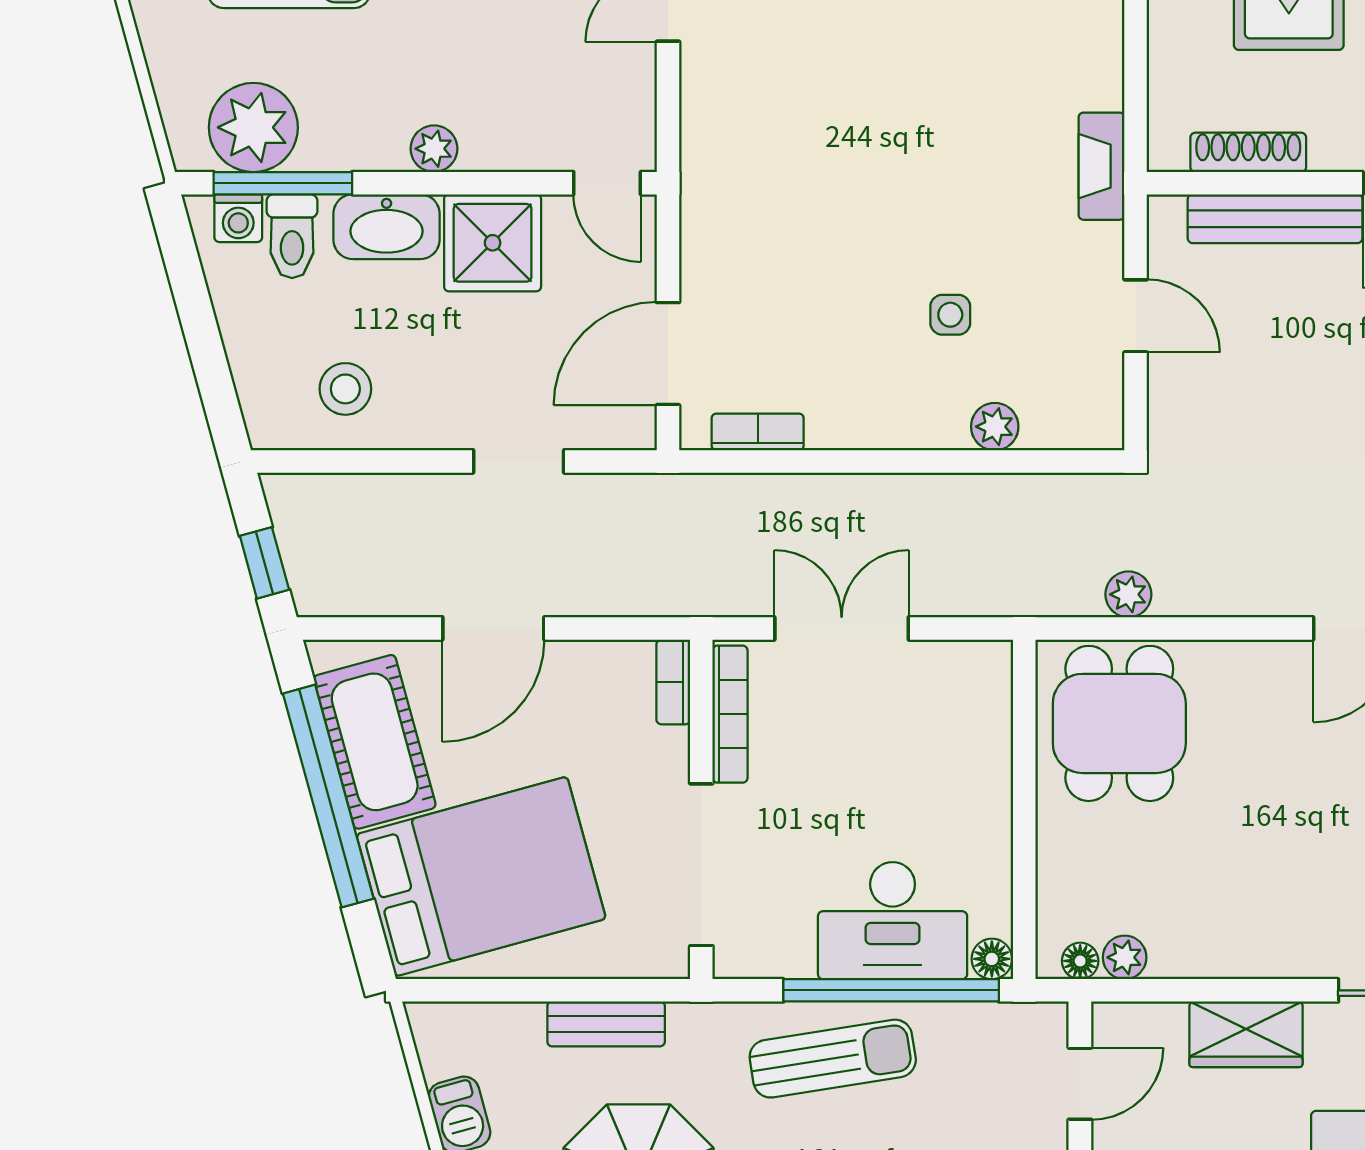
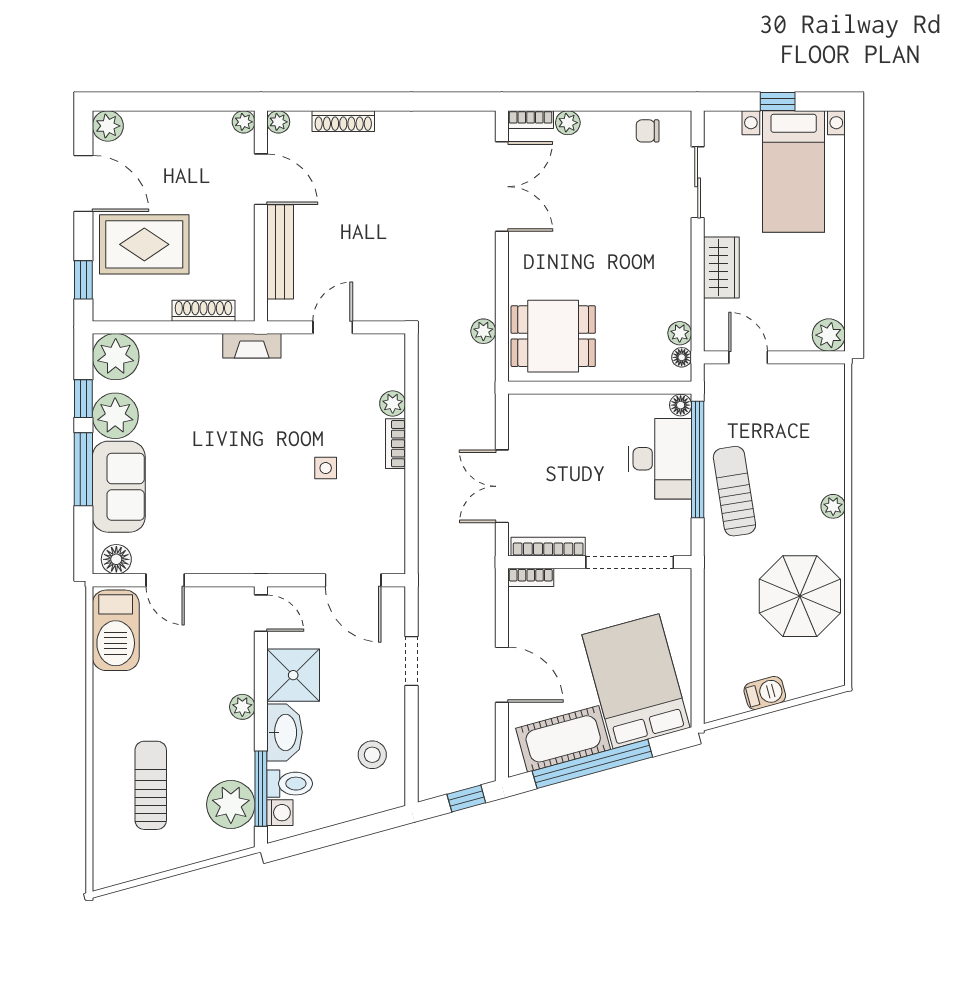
shoe rack: (1248, 152) -> (203, 311), moved, turned 90
door: (607, 183) -> (261, 613), hinge flipped
side table: (950, 315) -> (326, 468), moved
bookcase: (758, 432) -> (396, 444), moved
bench: (606, 1024) -> (716, 614), removed

